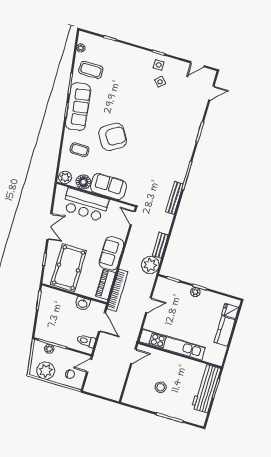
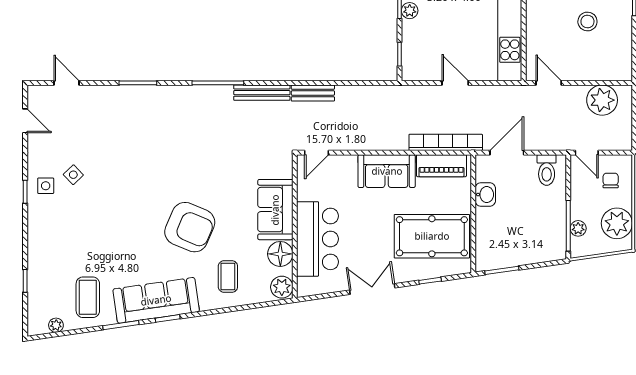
armchair: (113, 137) -> (190, 227), turned 145
bench: (160, 245) -> (313, 93), moved
plant: (150, 265) -> (602, 100), moved

